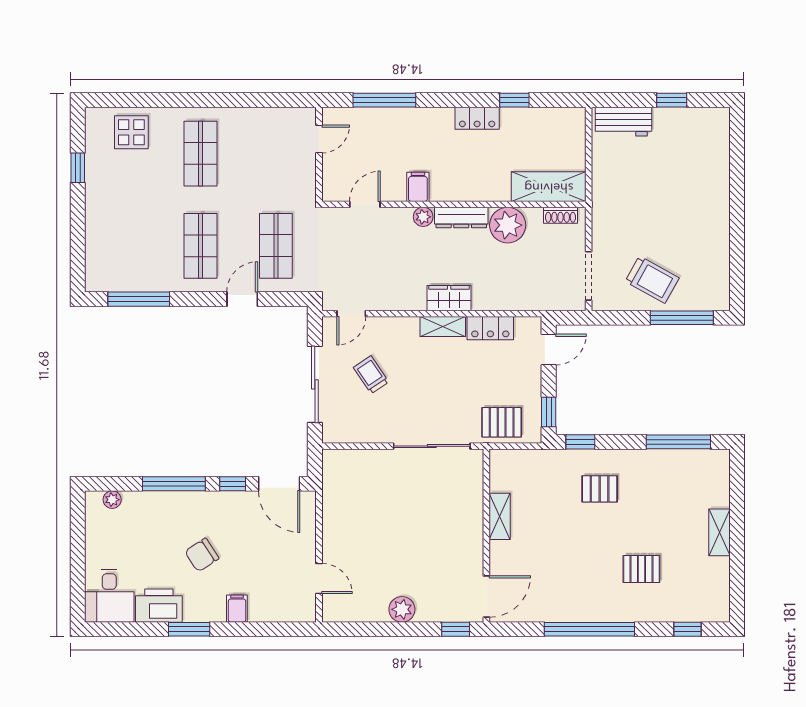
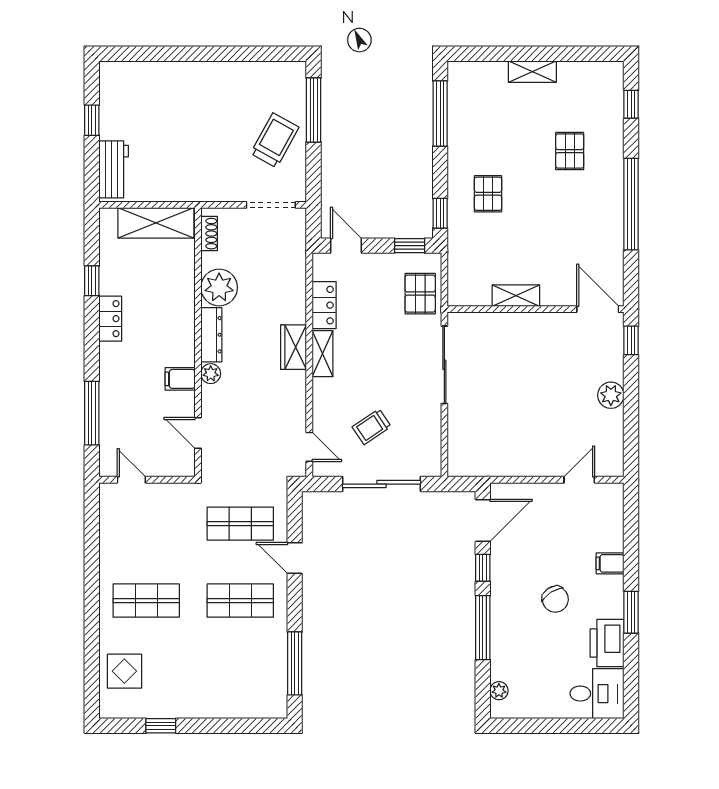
shelving: (549, 187) -> (156, 223), moved, turned 90

